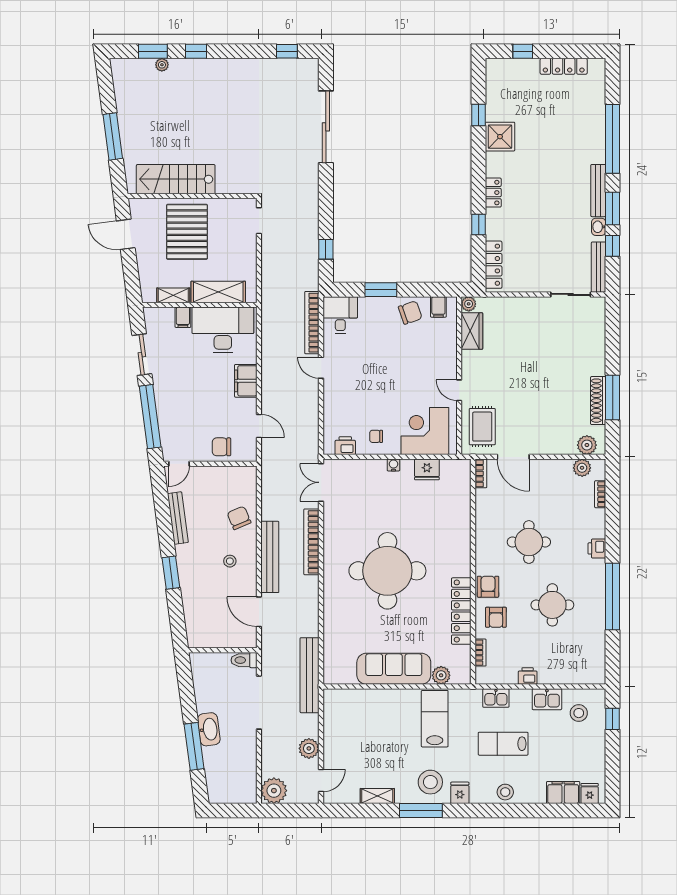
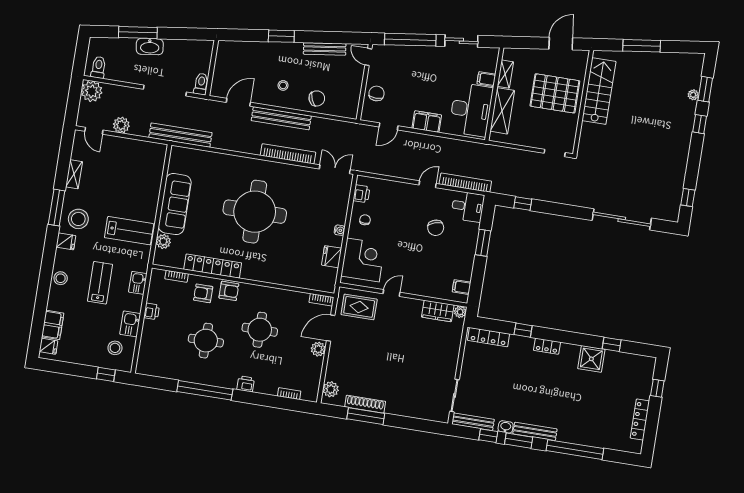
chair: (410, 313) -> (436, 228), moved
plant: (582, 468) -> (318, 349), moved
toilet: (244, 787) -> (98, 67), added

